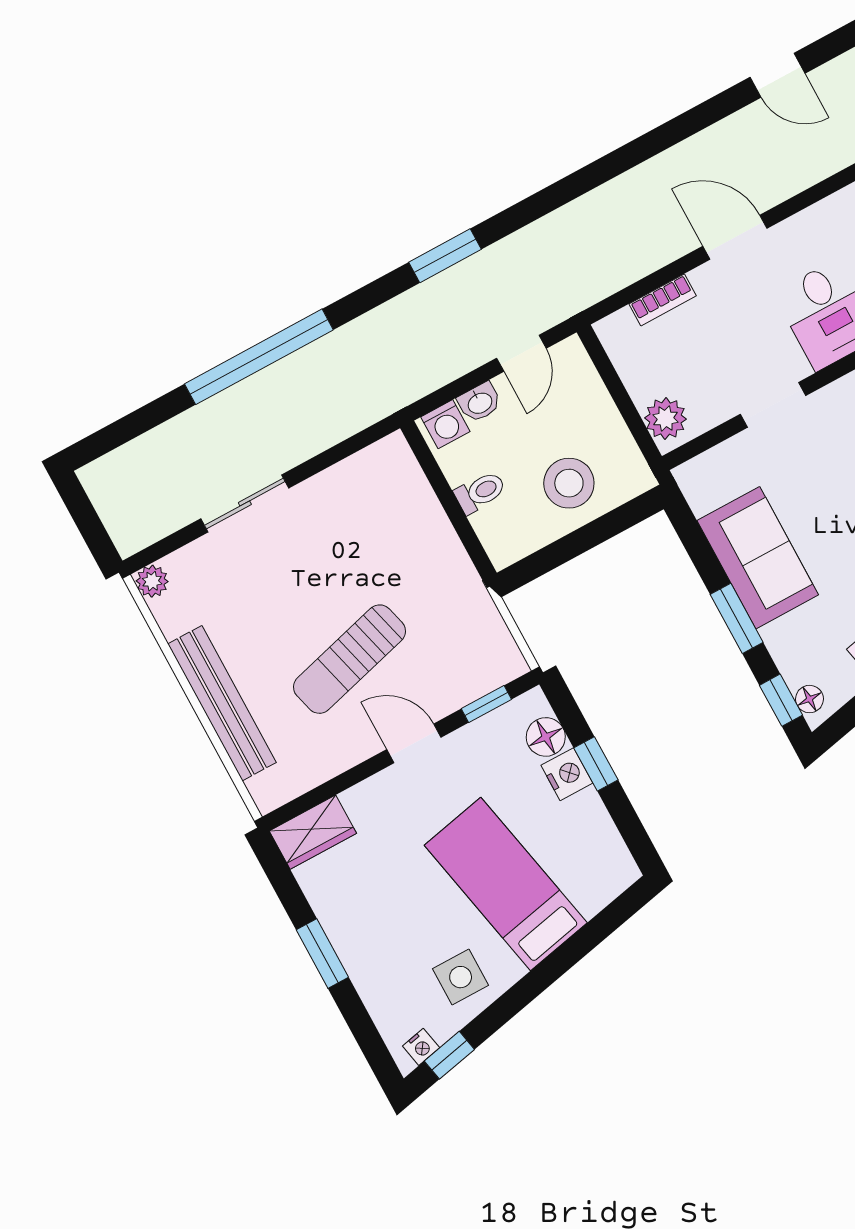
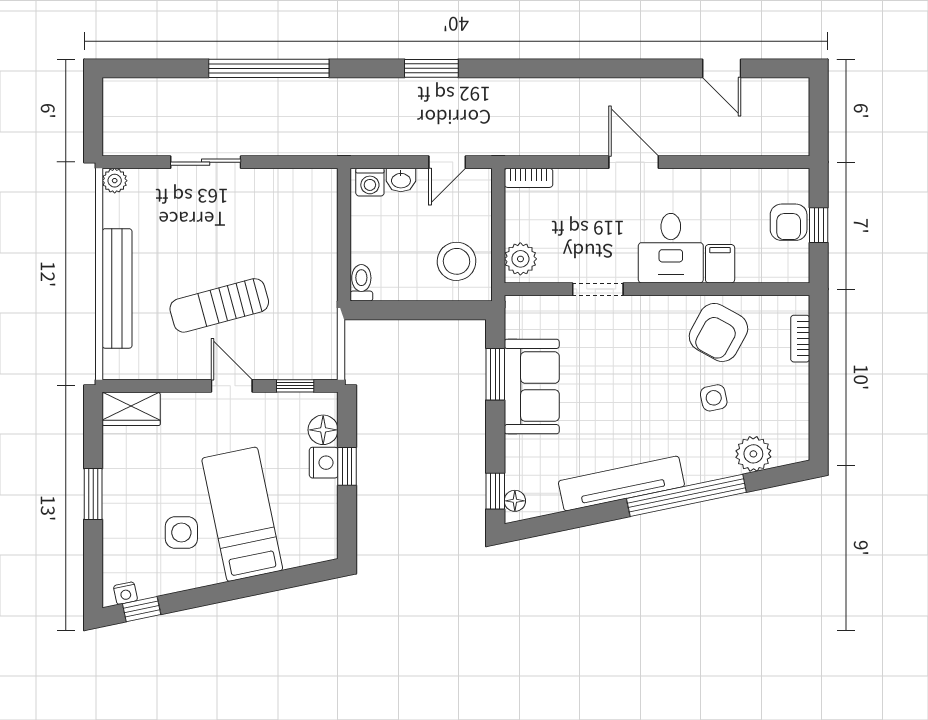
bookcase: (663, 300) -> (528, 178), moved
stool: (569, 483) -> (457, 261), moved
toilet: (480, 492) -> (361, 283), moved, turned -90
window: (737, 618) -> (495, 374), moved
side table: (461, 977) -> (181, 533), moved

